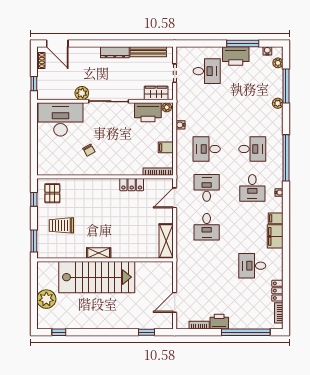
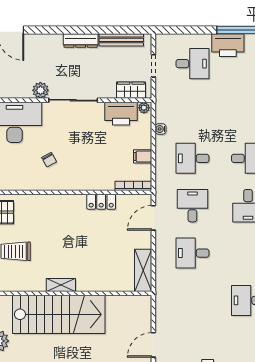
desk: (207, 227) -> (192, 253), turned 90

